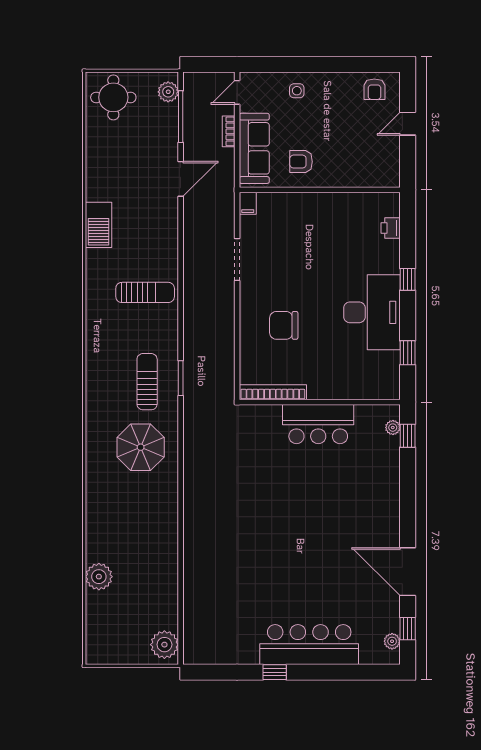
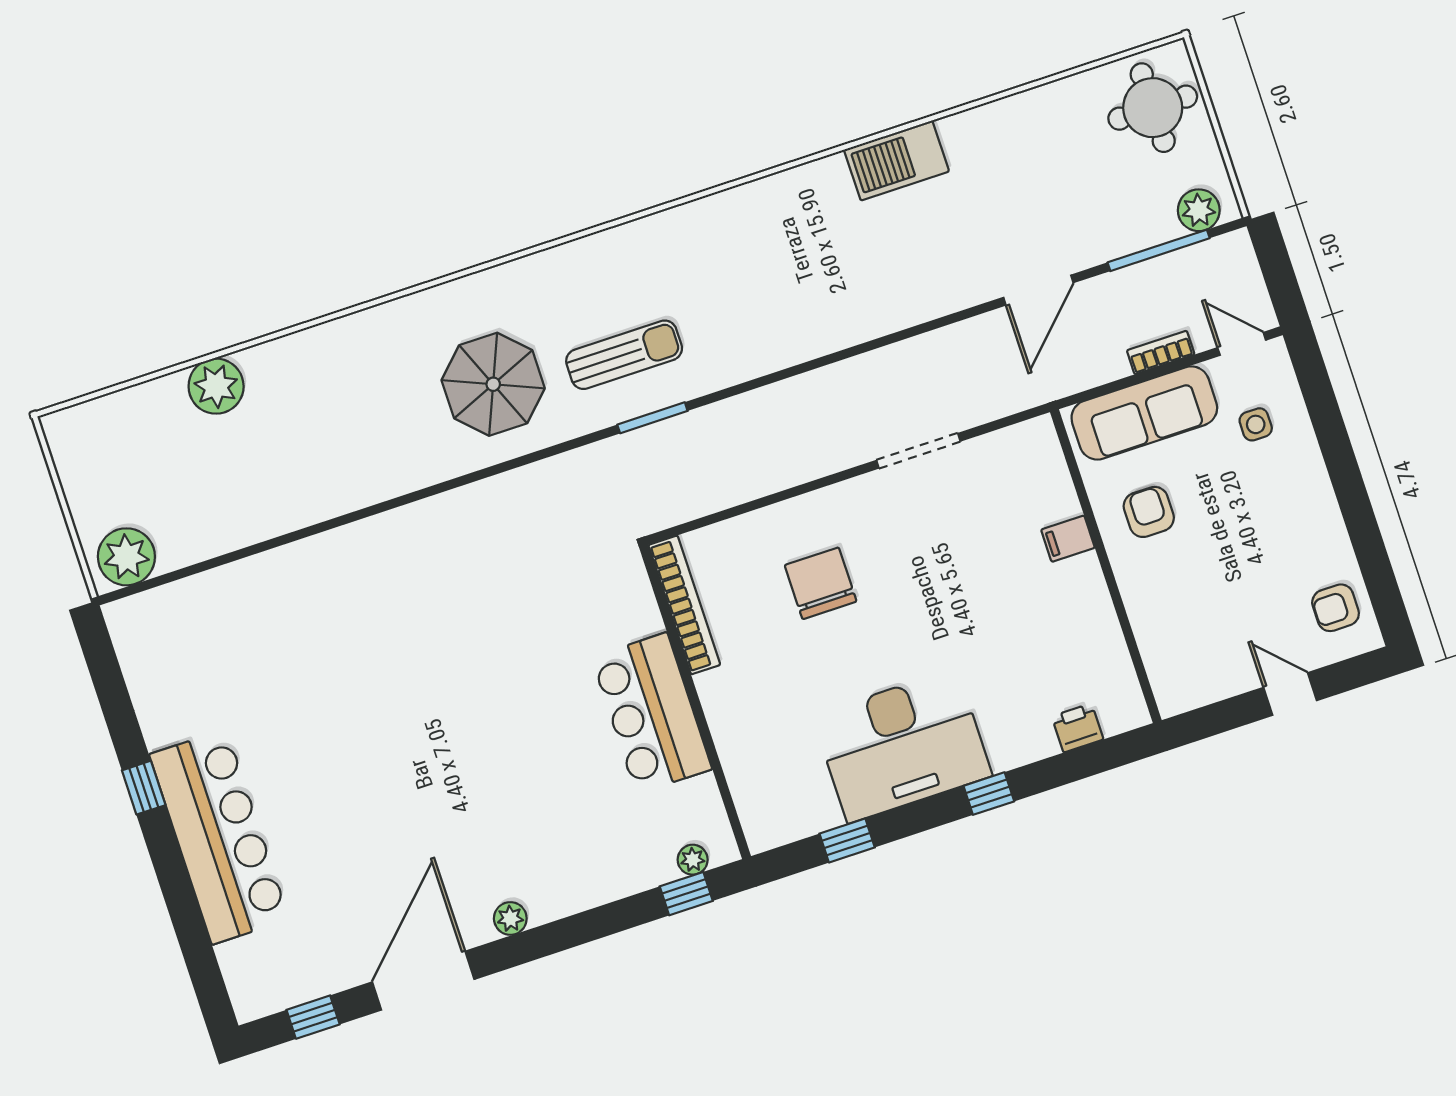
side table: (297, 91) -> (1256, 424), moved
door: (181, 179) -> (1038, 290), hinge flipped
filing cabinet: (248, 203) -> (1068, 539), moved
sun lounger: (145, 292) -> (796, 294), removed
plant: (392, 641) -> (510, 918), moved

